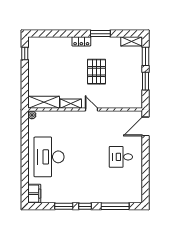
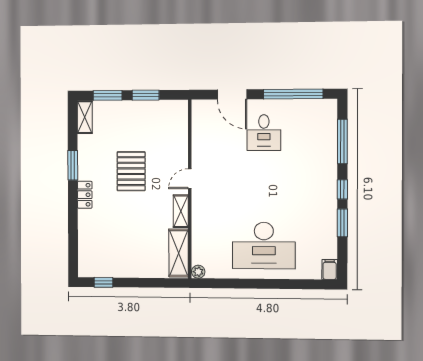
pallet: (96, 72) -> (131, 171), turned 90
door: (145, 126) -> (232, 94), moved
window: (145, 175) -> (293, 94), added
filing cabinet: (34, 194) -> (330, 269), width x0.50

